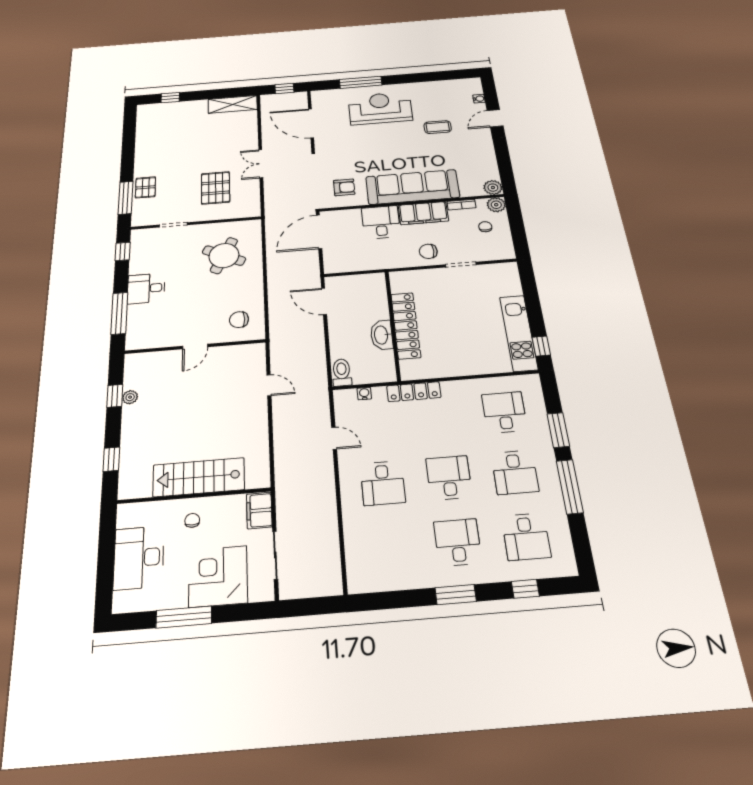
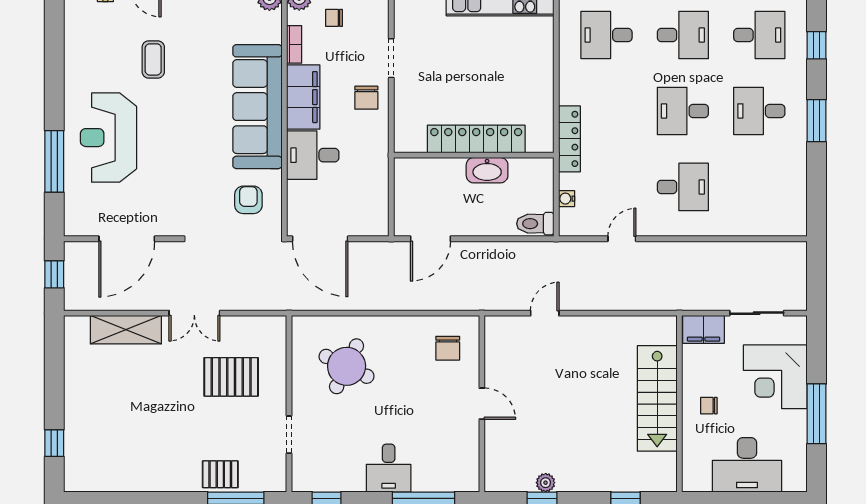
shelving: (233, 104) -> (126, 330), moved, turned 90

